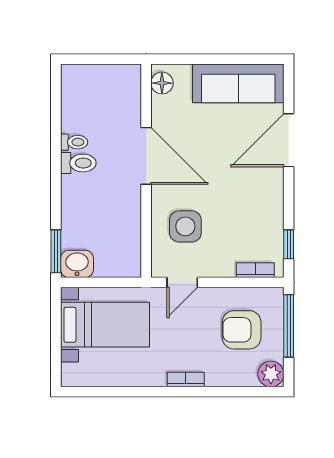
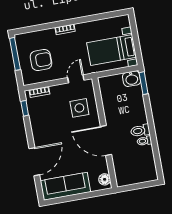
window: (289, 326) -> (15, 54), moved
plant: (271, 374) -> (22, 40), removed

